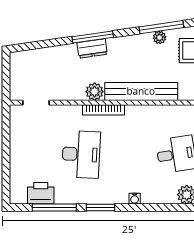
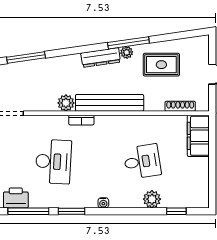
window: (93, 37) -> (26, 58), moved
dresser: (92, 49) -> (101, 57), moved, width x1.44
bookcase: (103, 110) -> (81, 120), width x0.64

